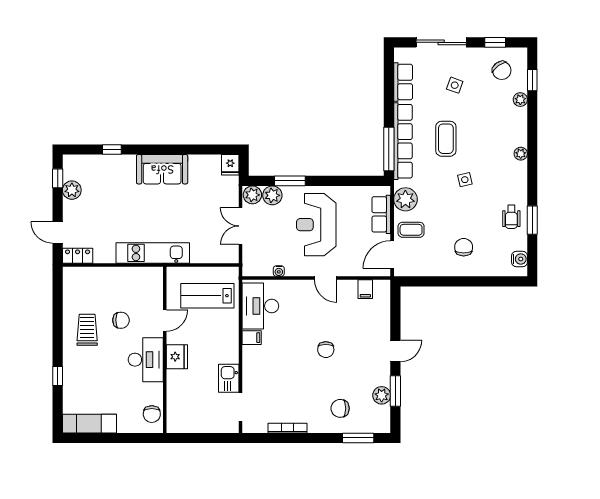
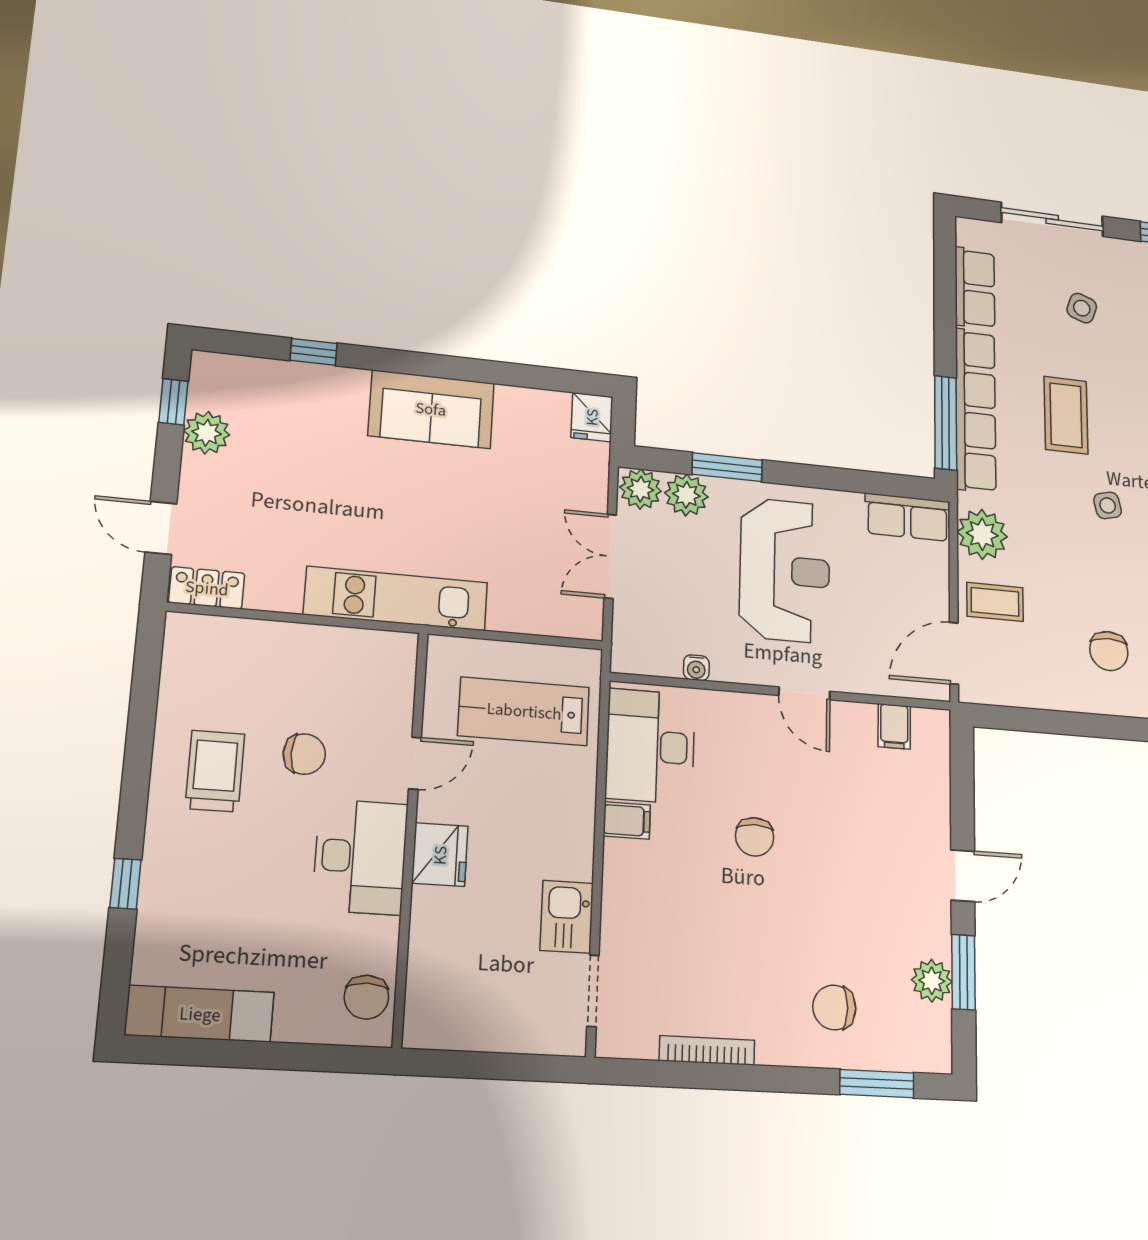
row of seats: (381, 214) -> (908, 517), moved, turned -90
reception desk: (316, 225) -> (785, 570), turned 180
chair: (464, 247) -> (1109, 651), turned 180
chair: (326, 350) -> (755, 837), moved

